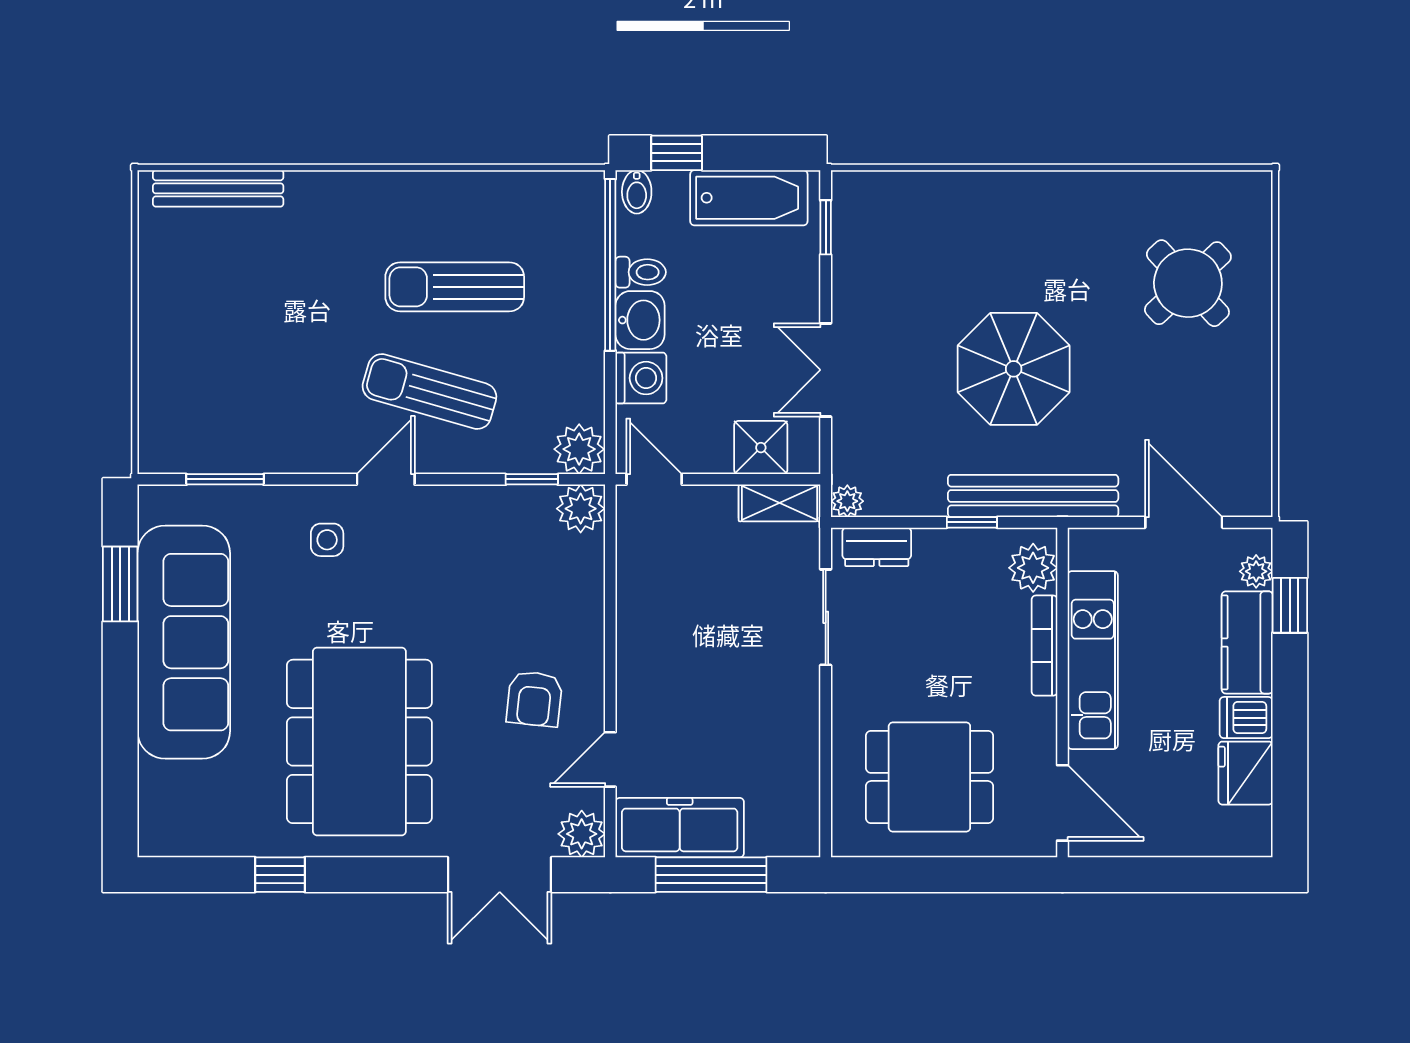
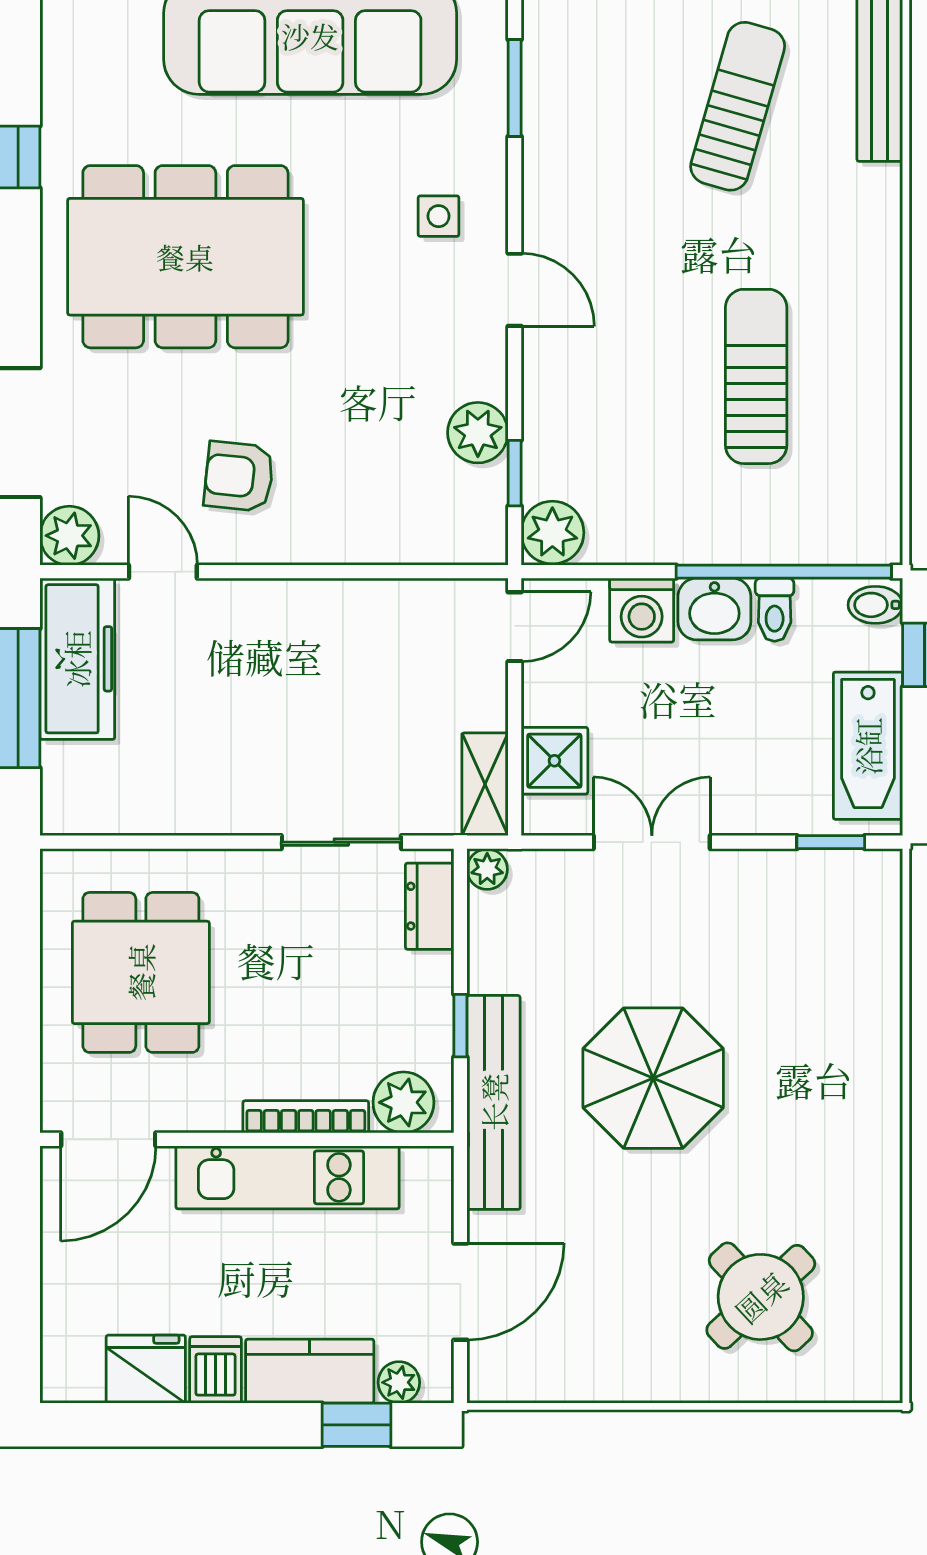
sun lounger: (429, 392) -> (738, 106), moved
plant: (581, 509) -> (478, 433), moved

